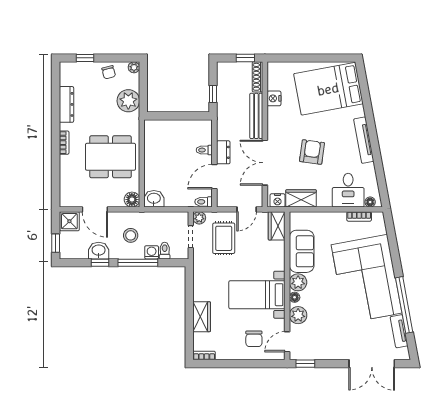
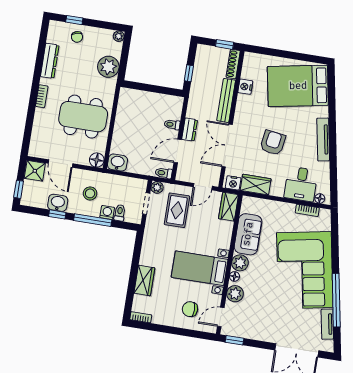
chair: (109, 72) -> (77, 37), moved
chair: (254, 339) -> (190, 309), turned 90

